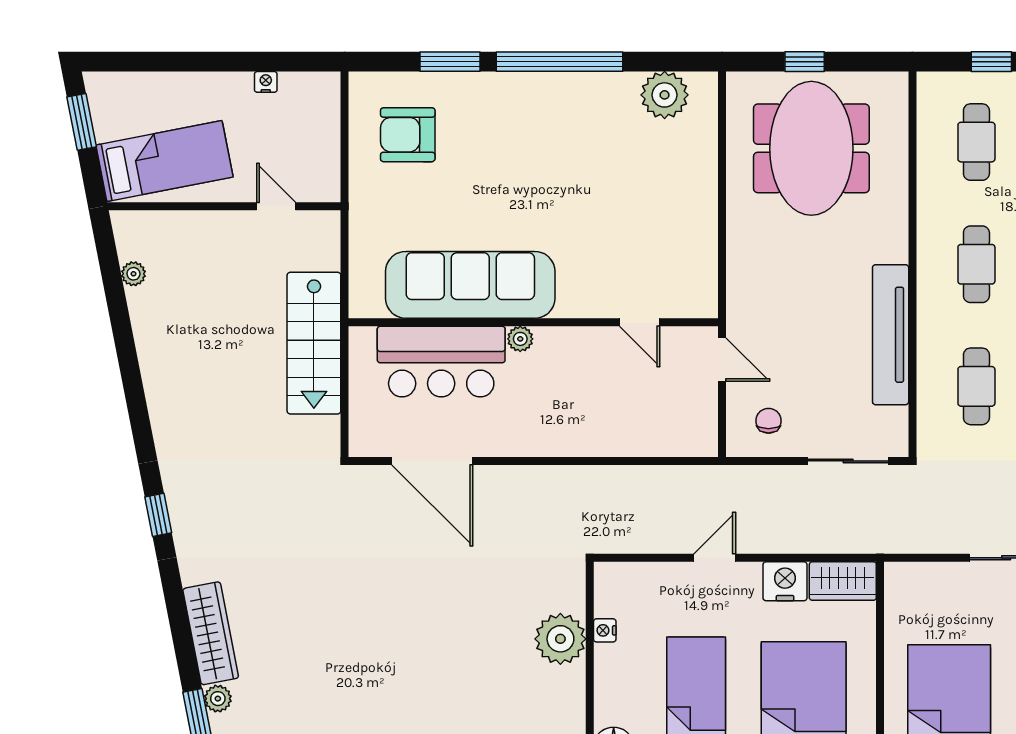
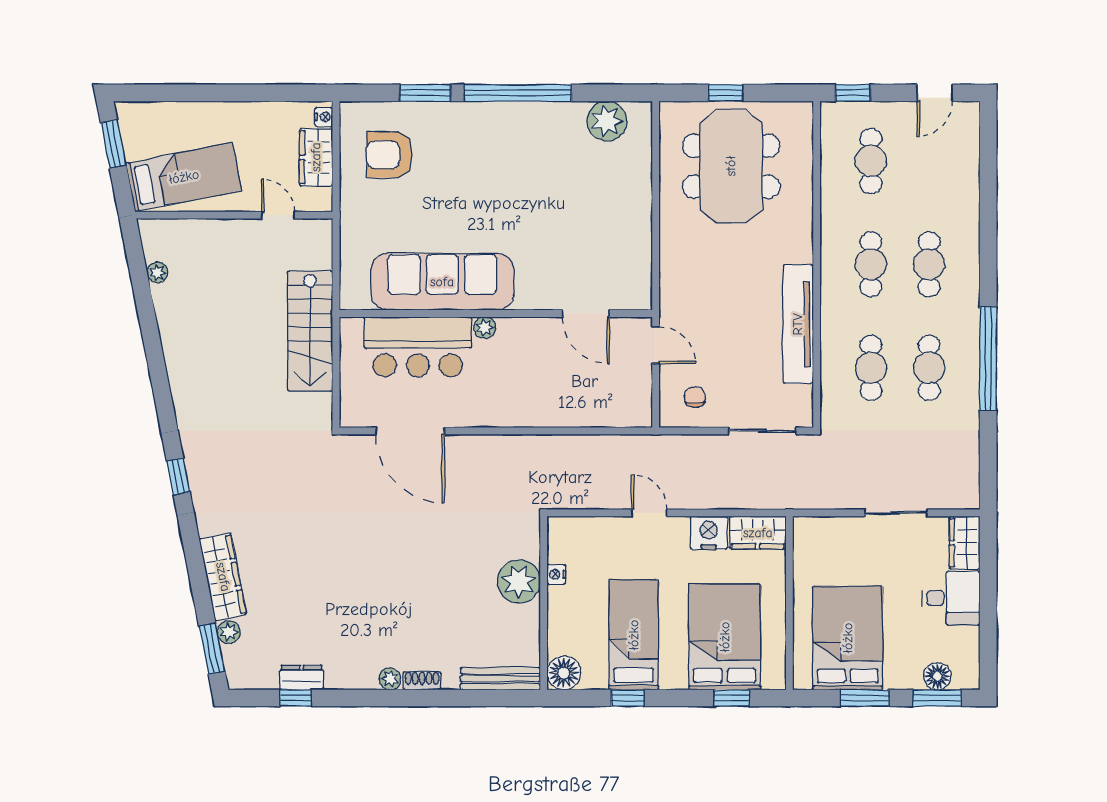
window: (991, 62) -> (853, 93), moved
nightstand: (266, 82) -> (324, 117), moved, turned 90
wardrobe: (321, 138) -> (316, 157), added
door: (640, 322) -> (586, 314), width x1.38
door: (715, 558) -> (649, 513), hinge flipped

